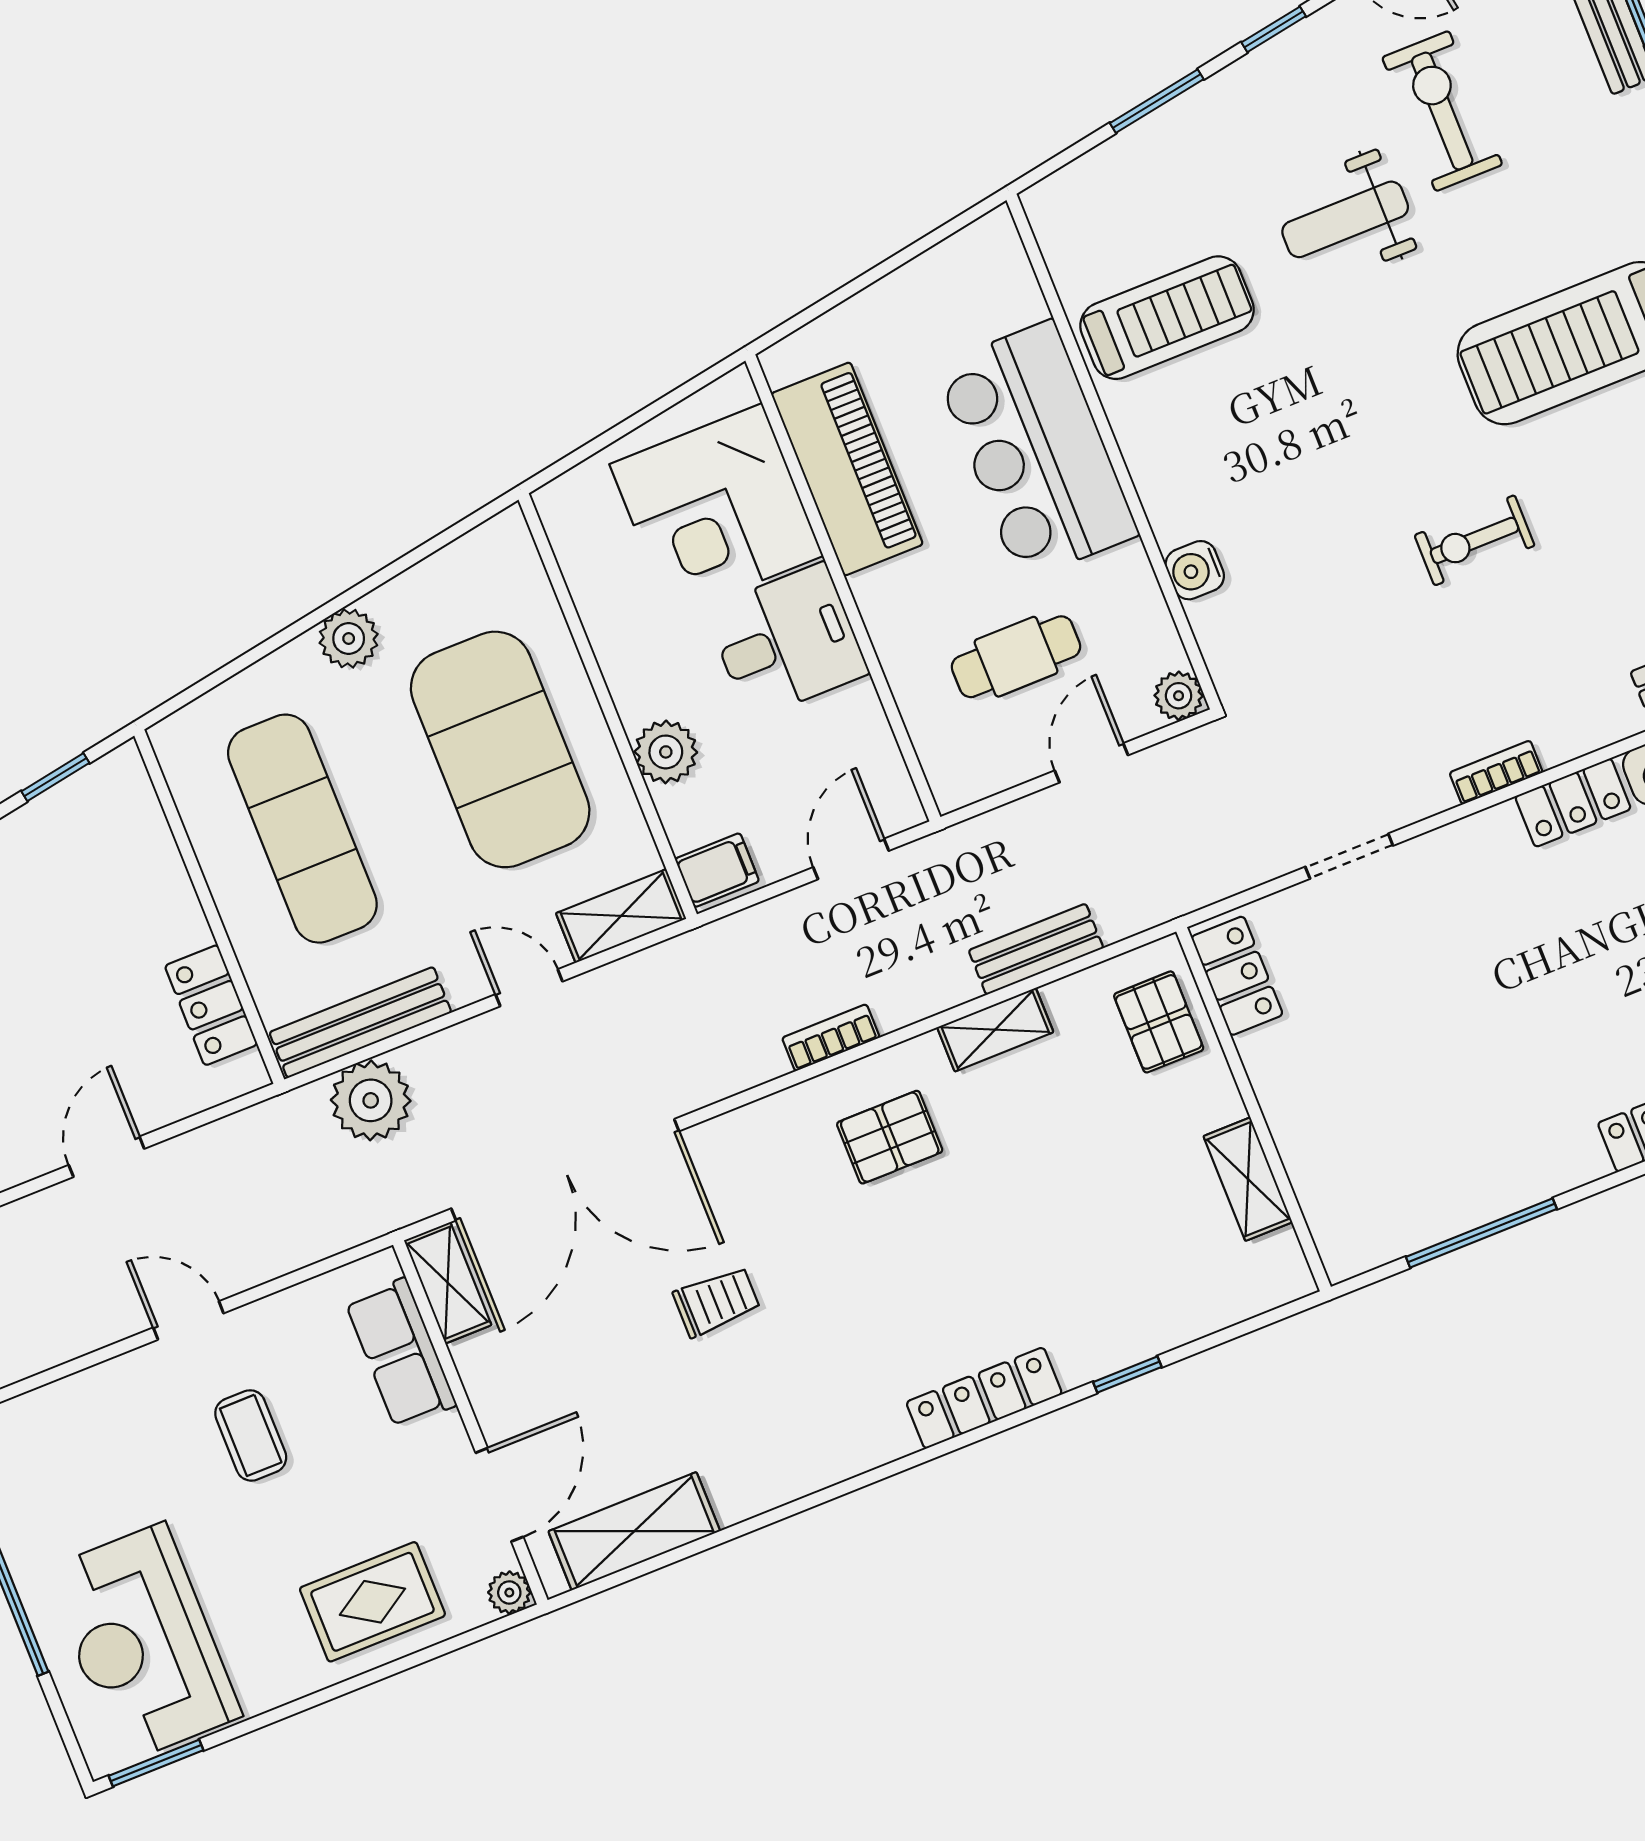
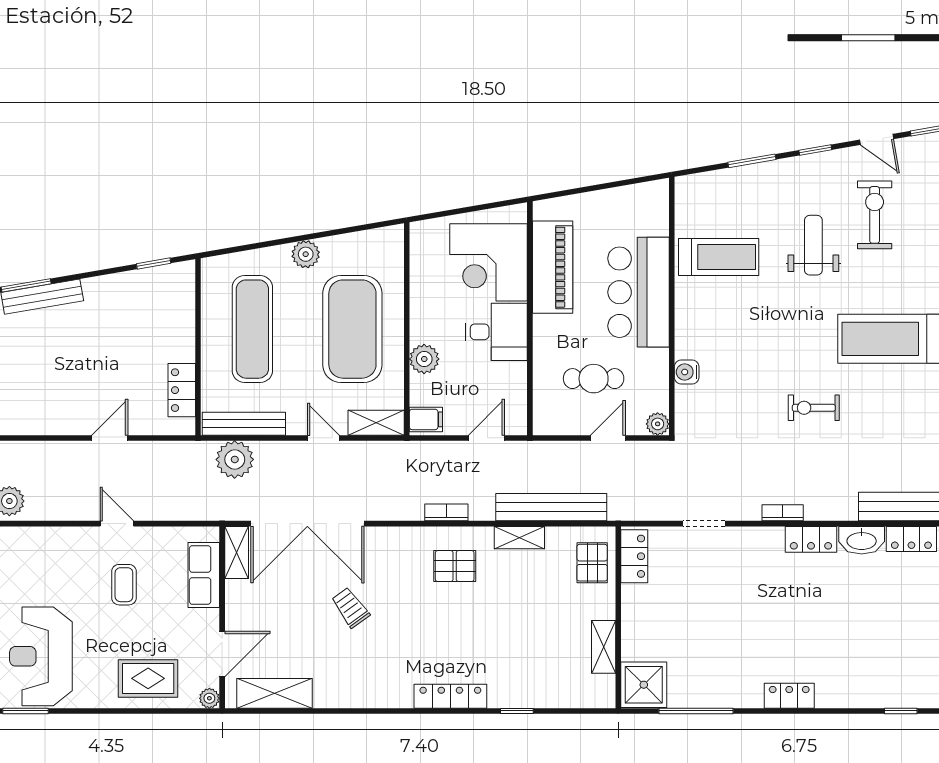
weight bench: (1345, 219) -> (813, 245), turned 90
bench: (1036, 949) -> (551, 507), width x1.86, depth x1.21
shower: (1357, 1222) -> (644, 685), added
trolley: (717, 1302) -> (350, 608), turned -126

